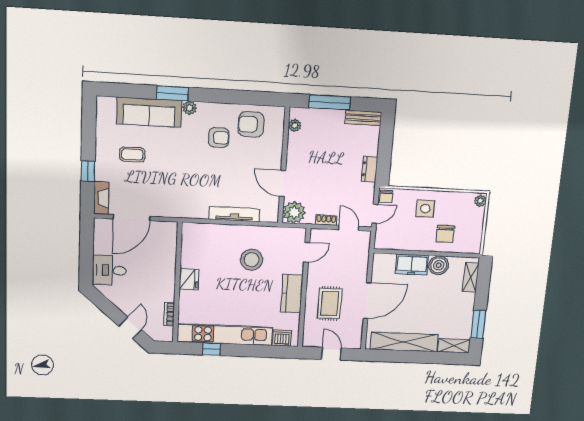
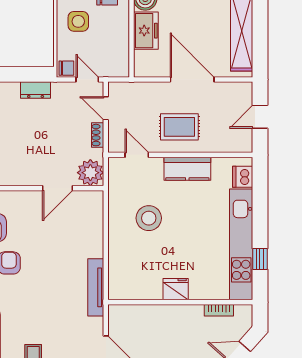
tv unit: (234, 214) -> (96, 287), moved
door: (349, 228) -> (106, 108), hinge flipped
rug: (330, 304) -> (179, 127), moved

